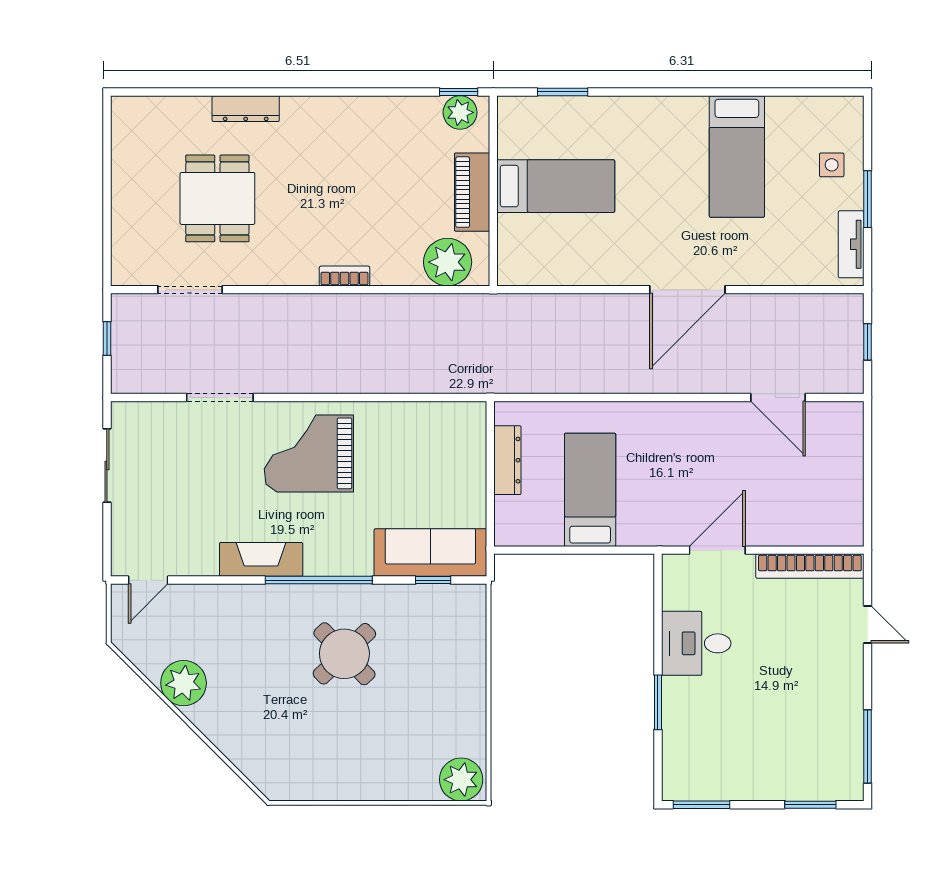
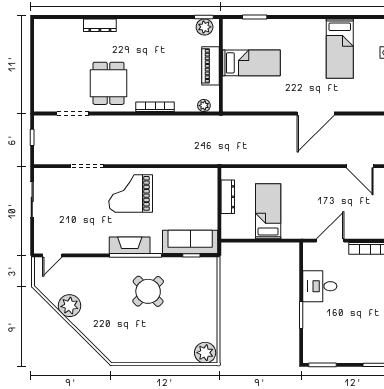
dining table: (217, 198) -> (108, 83), moved
plant: (448, 262) -> (204, 106), width x0.53, depth x0.53
bookcase: (345, 276) -> (155, 107), width x1.56
fireplace: (261, 559) -> (130, 245), moved

